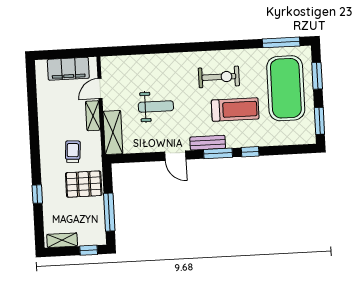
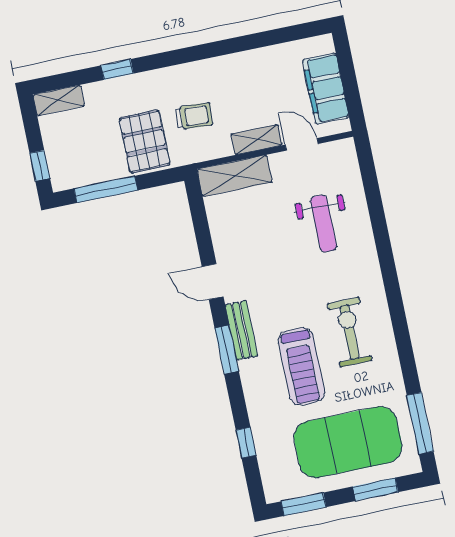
exercise bike: (219, 77) -> (350, 332), turned 180
weight bench: (156, 106) -> (323, 224), moved
window: (250, 152) -> (246, 443), moved
door: (175, 156) -> (213, 282), hinge flipped
shelving: (62, 240) -> (59, 100), moved, turned 90

